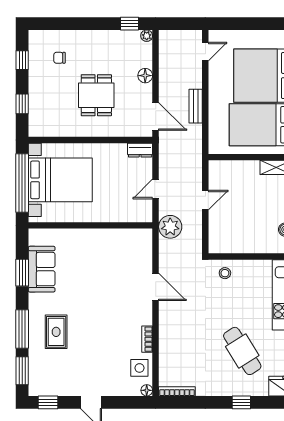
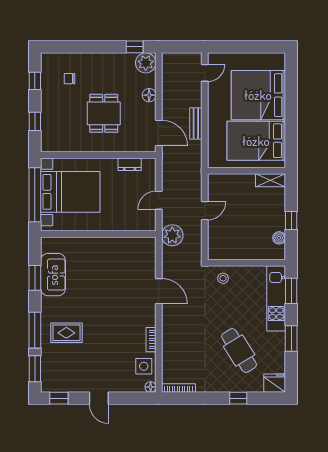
plant: (147, 36) -> (146, 63), width x1.88, depth x1.88
dresser: (140, 150) -> (130, 164), moved
rug: (56, 332) -> (66, 333), turned 90

